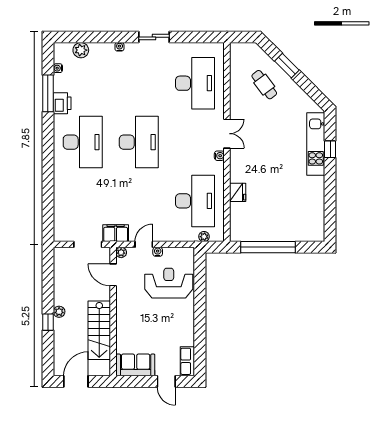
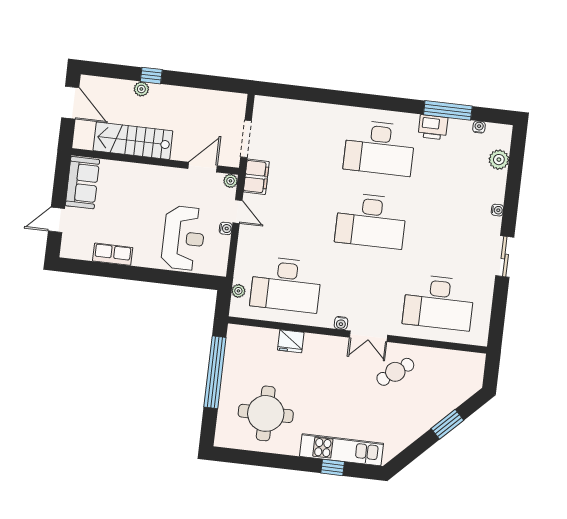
cafe table: (264, 85) -> (395, 372), moved
round table: (295, 205) -> (266, 413), added
plant: (59, 312) -> (141, 89), moved
row of seats: (187, 361) -> (113, 254), moved

